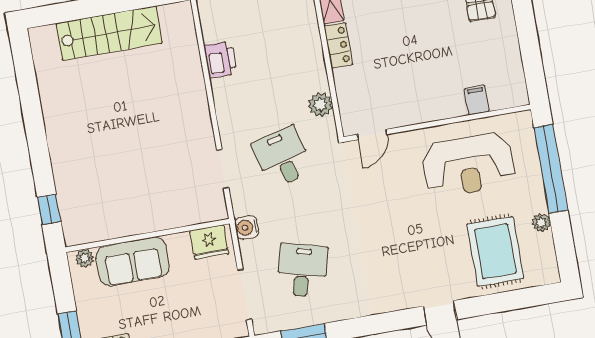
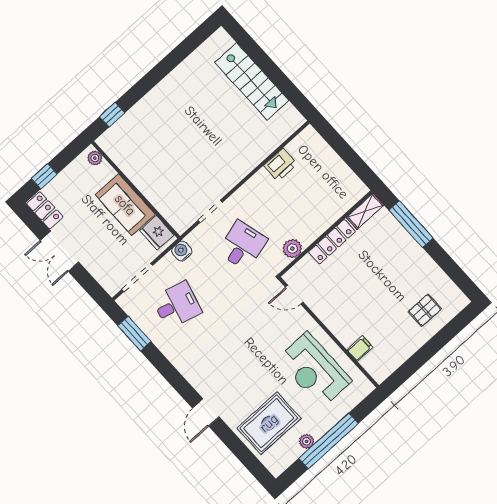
locker: (338, 45) -> (332, 242), width x1.53
window: (551, 169) -> (329, 441), moved
sofa: (133, 261) -> (125, 205), moved

